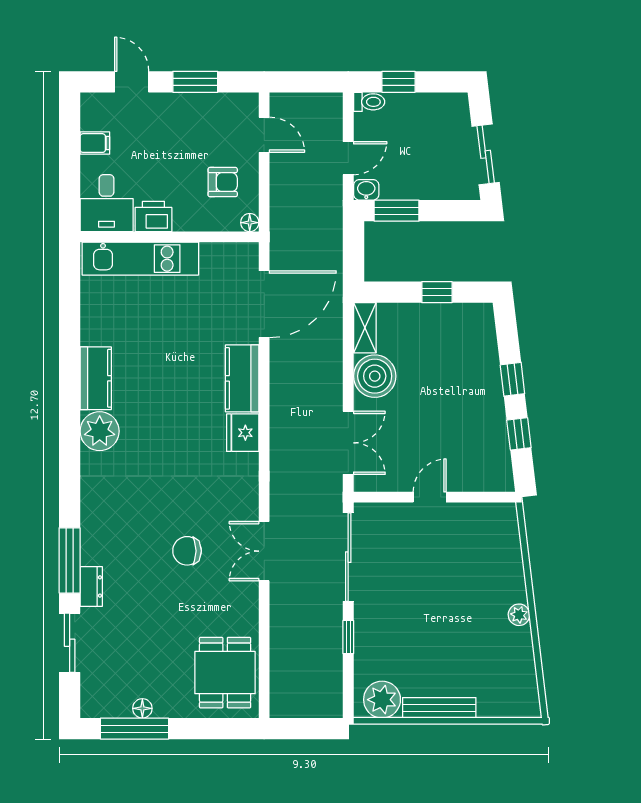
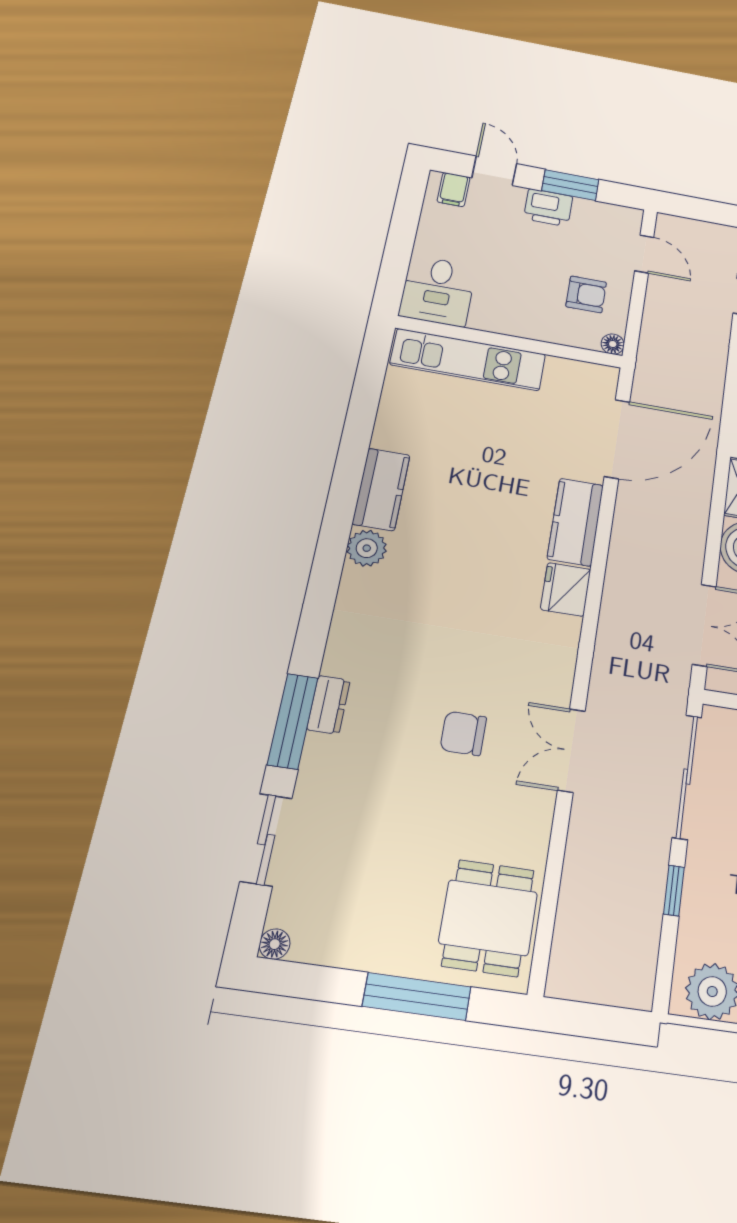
filing cabinet: (95, 143) -> (454, 190), moved, turned 90
printer: (153, 216) -> (548, 208), moved, turned 180
plant: (100, 431) -> (367, 548), width x0.73, depth x0.73
dresser: (91, 586) -> (328, 705), moved
floor lamp: (142, 708) -> (275, 944), moved
window: (135, 729) -> (417, 997), moved

